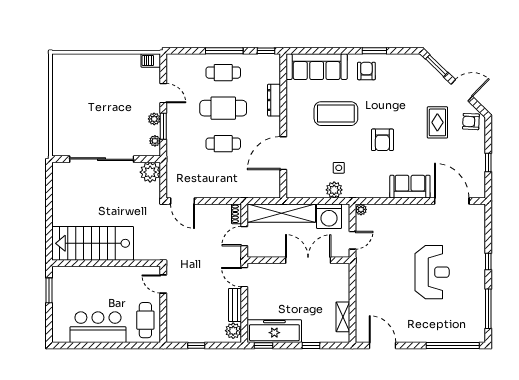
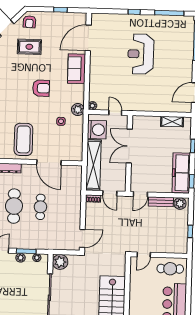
coffee table: (336, 114) -> (23, 139), moved
plant: (334, 190) -> (78, 110), moved
reception desk: (432, 272) -> (141, 54), turned -90

